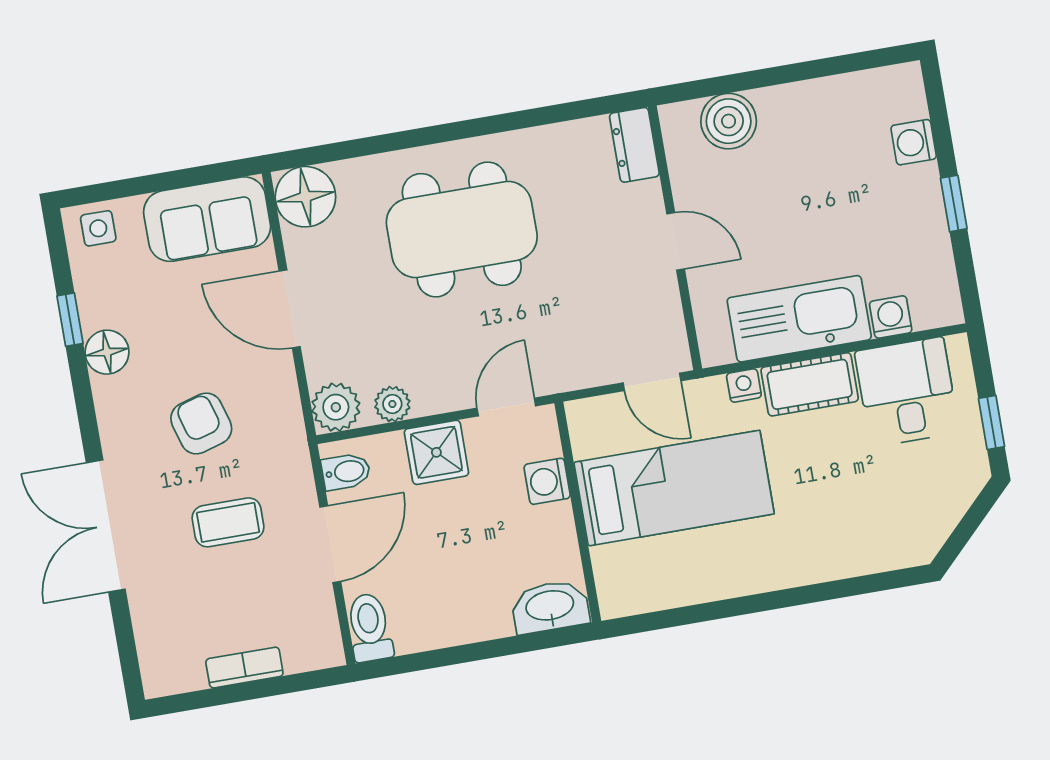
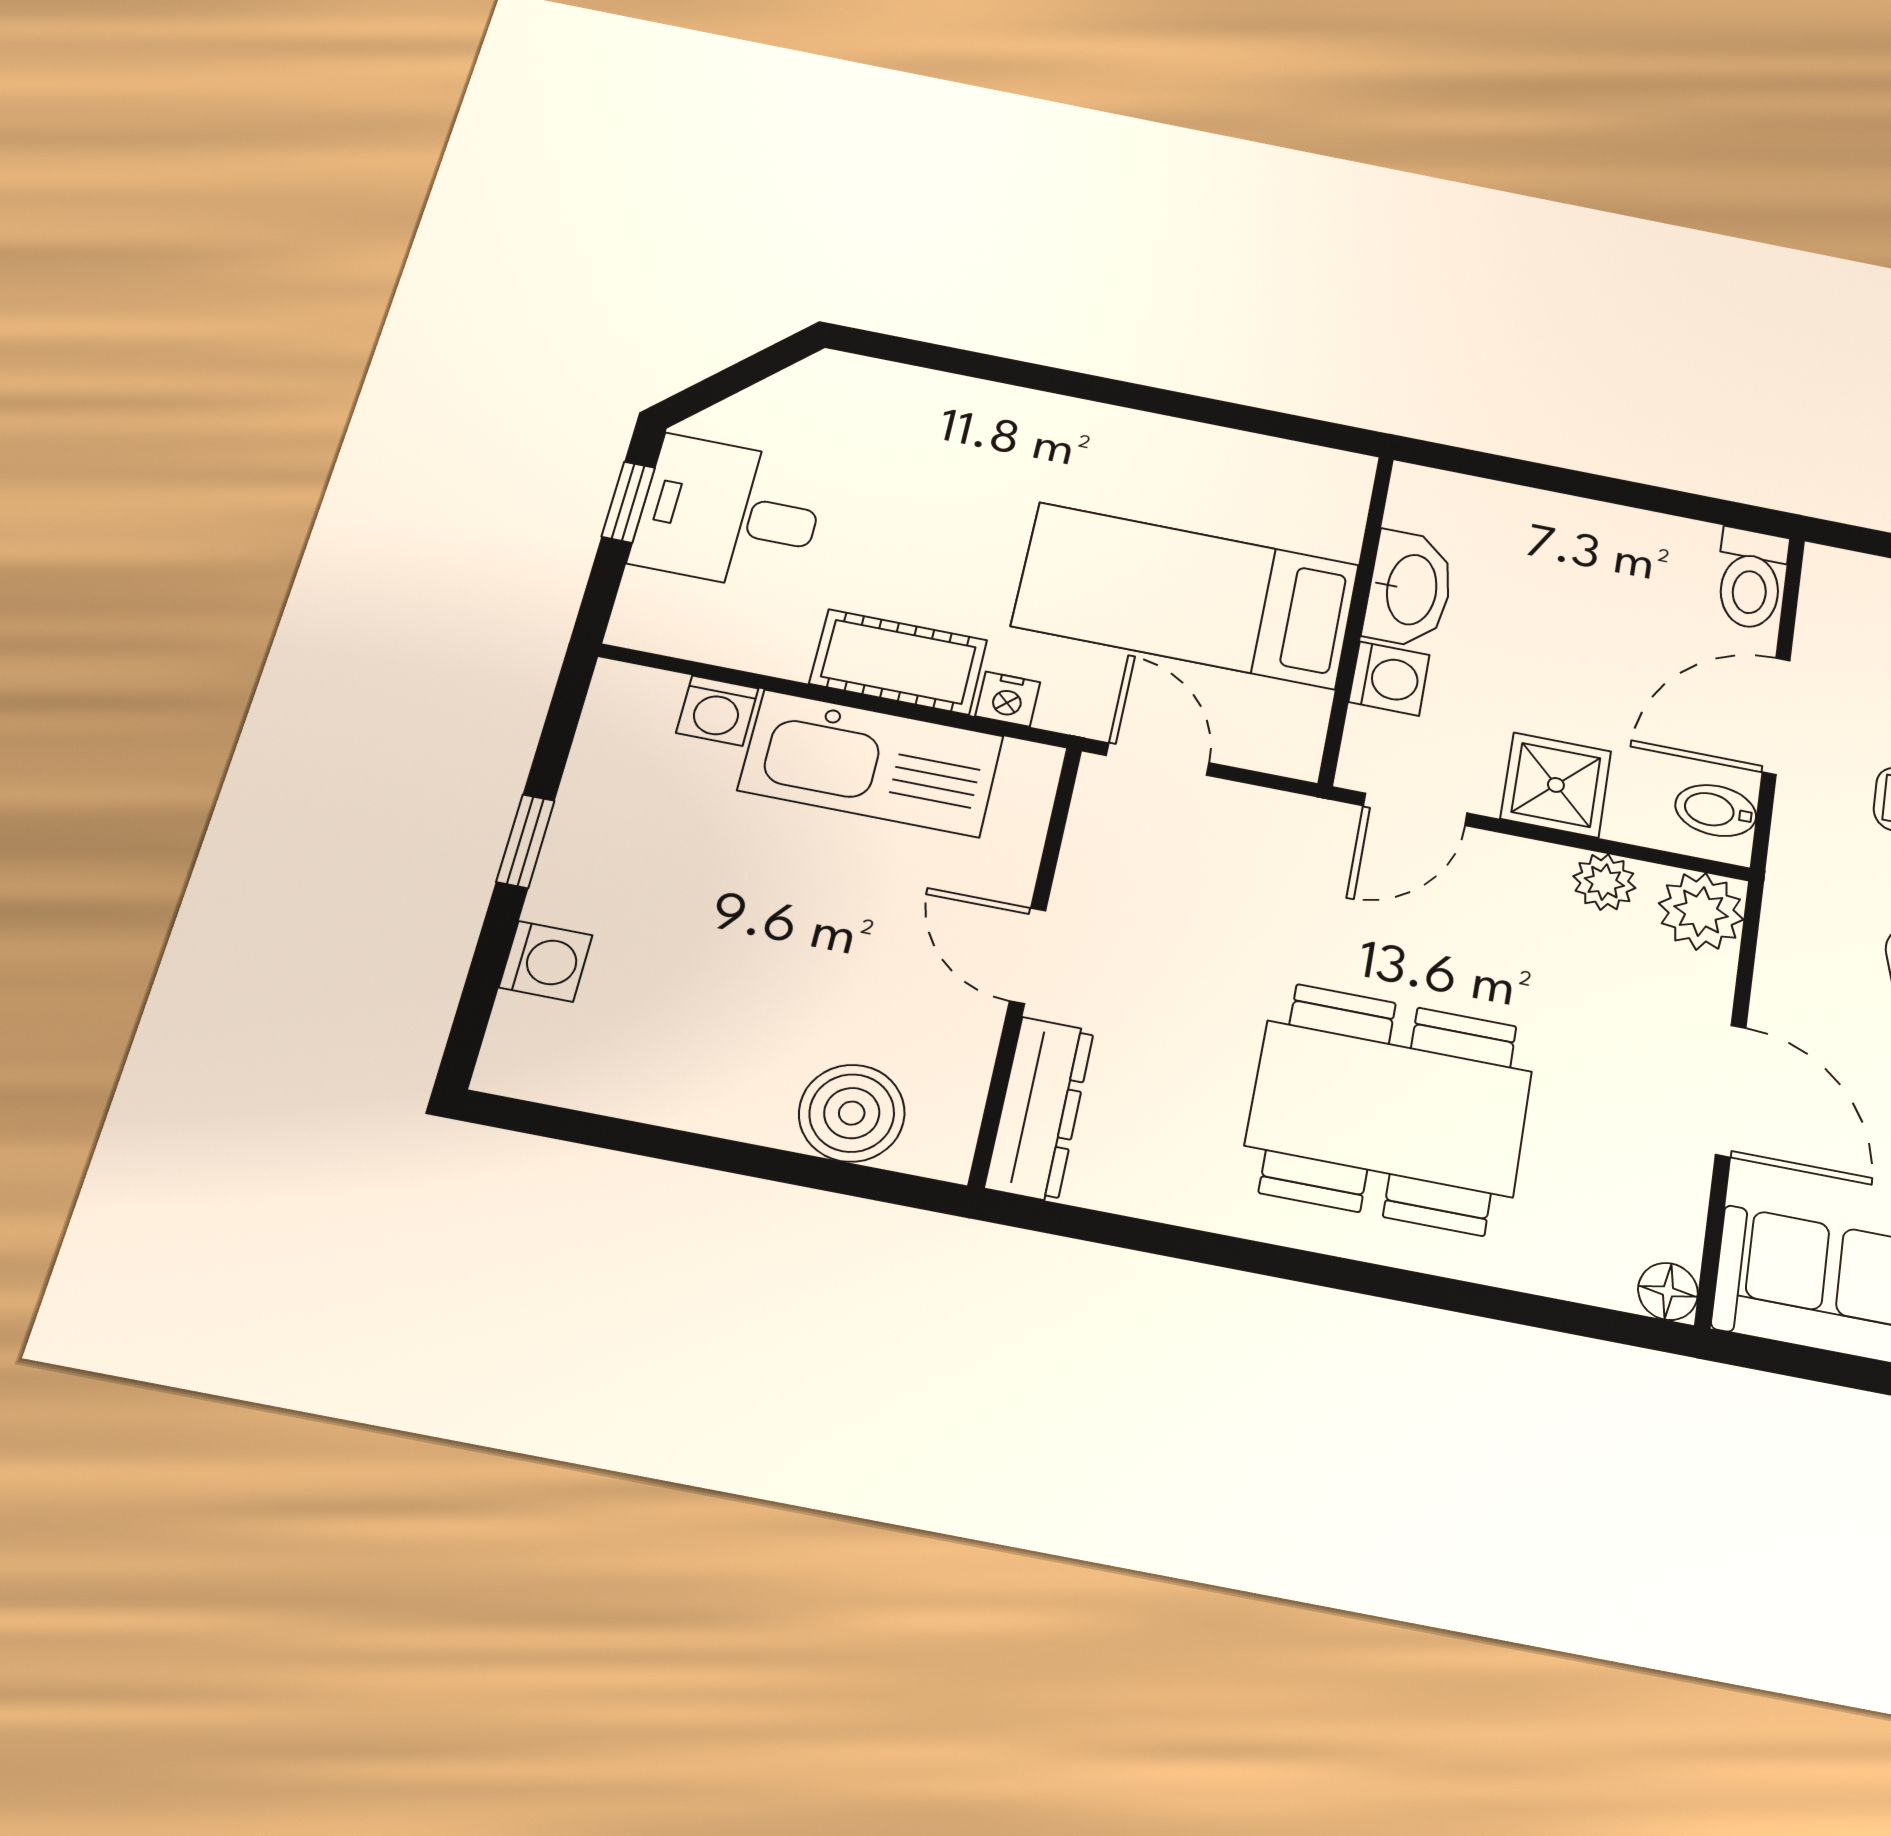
dresser: (634, 145) -> (1040, 1109), width x1.44
floor lamp: (305, 197) -> (1668, 1291), width x0.53, depth x0.53
desk: (907, 392) -> (730, 514), moved, turned 90
washbasin: (550, 607) -> (1409, 589), moved, turned -90

